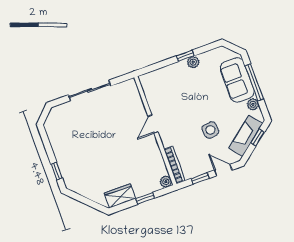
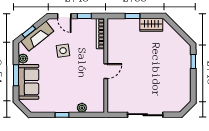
plant: (193, 62) -> (82, 108), moved
window: (254, 82) -> (16, 75), width x0.69
plant: (166, 182) -> (112, 23), removed

